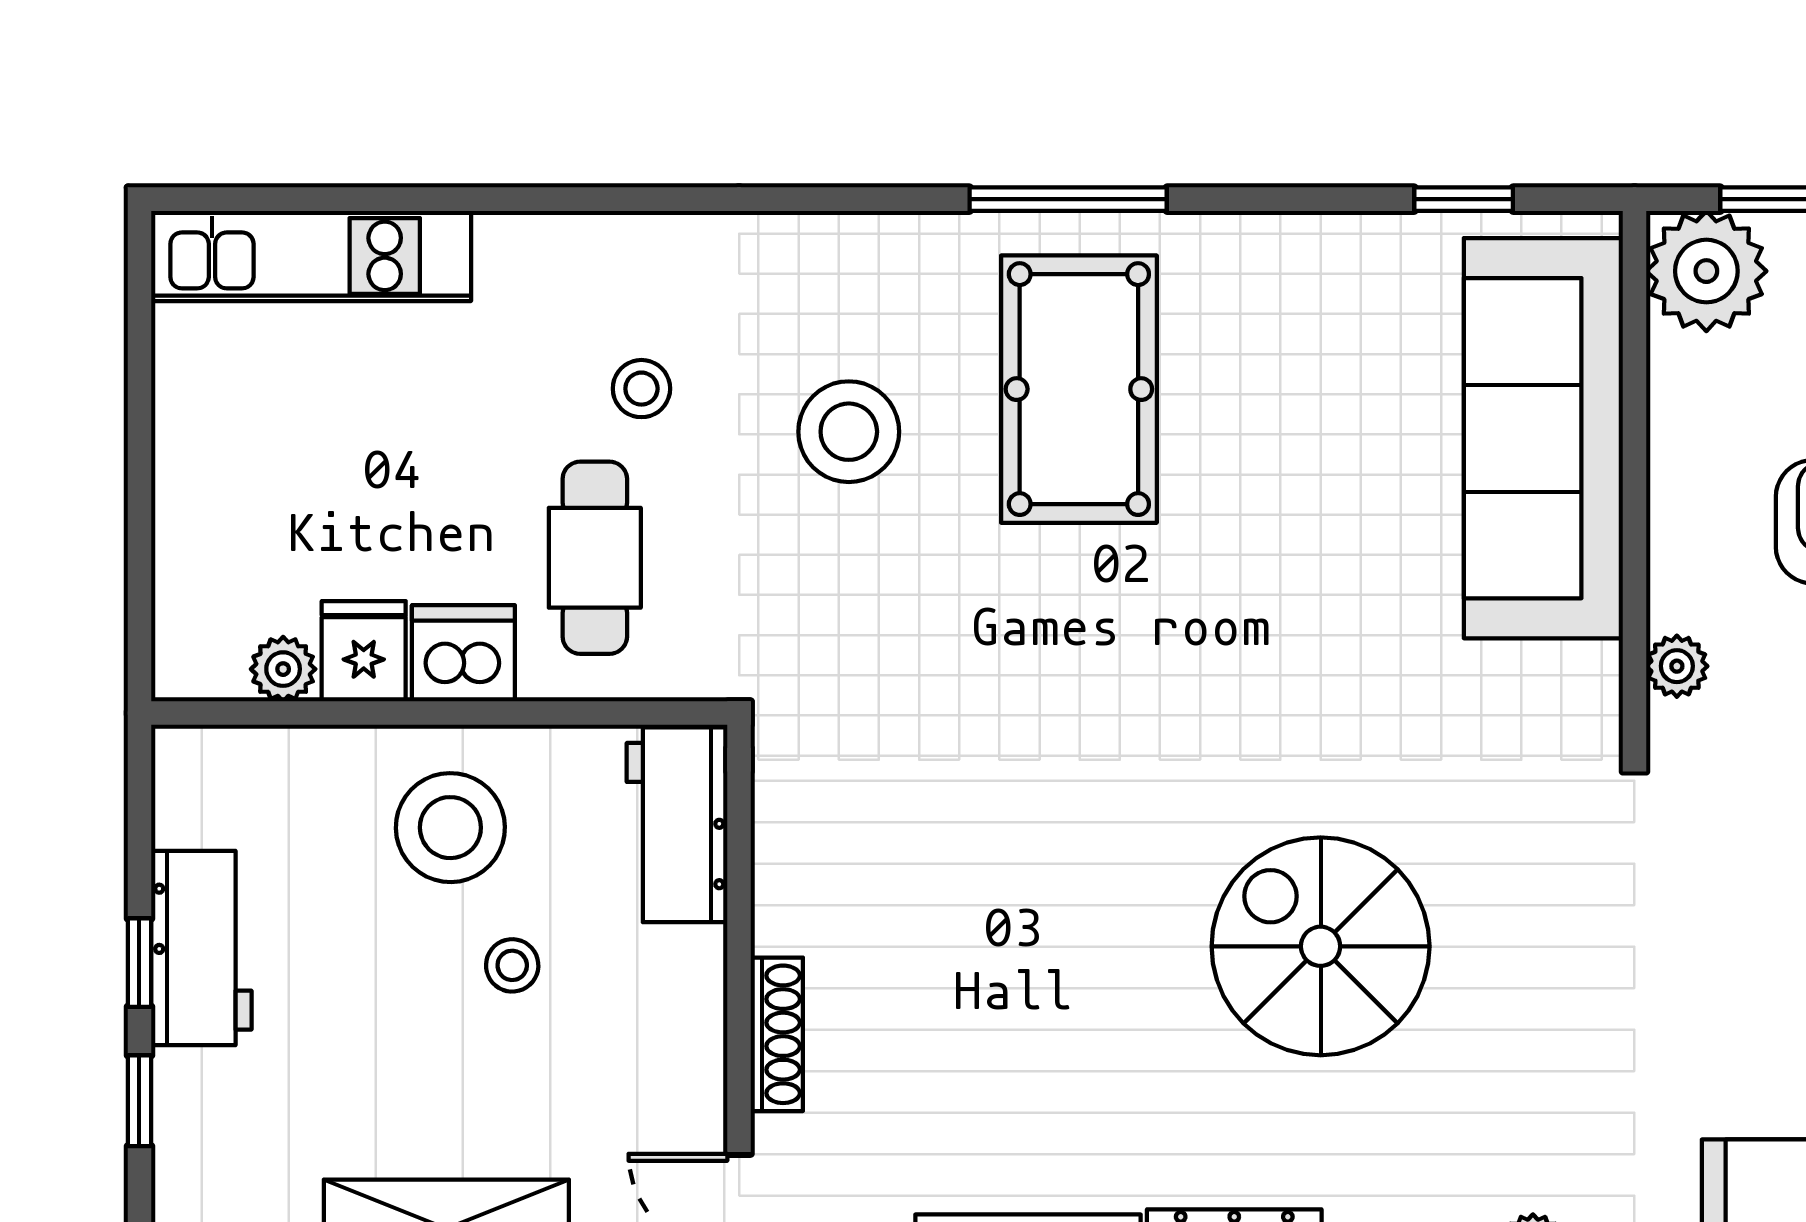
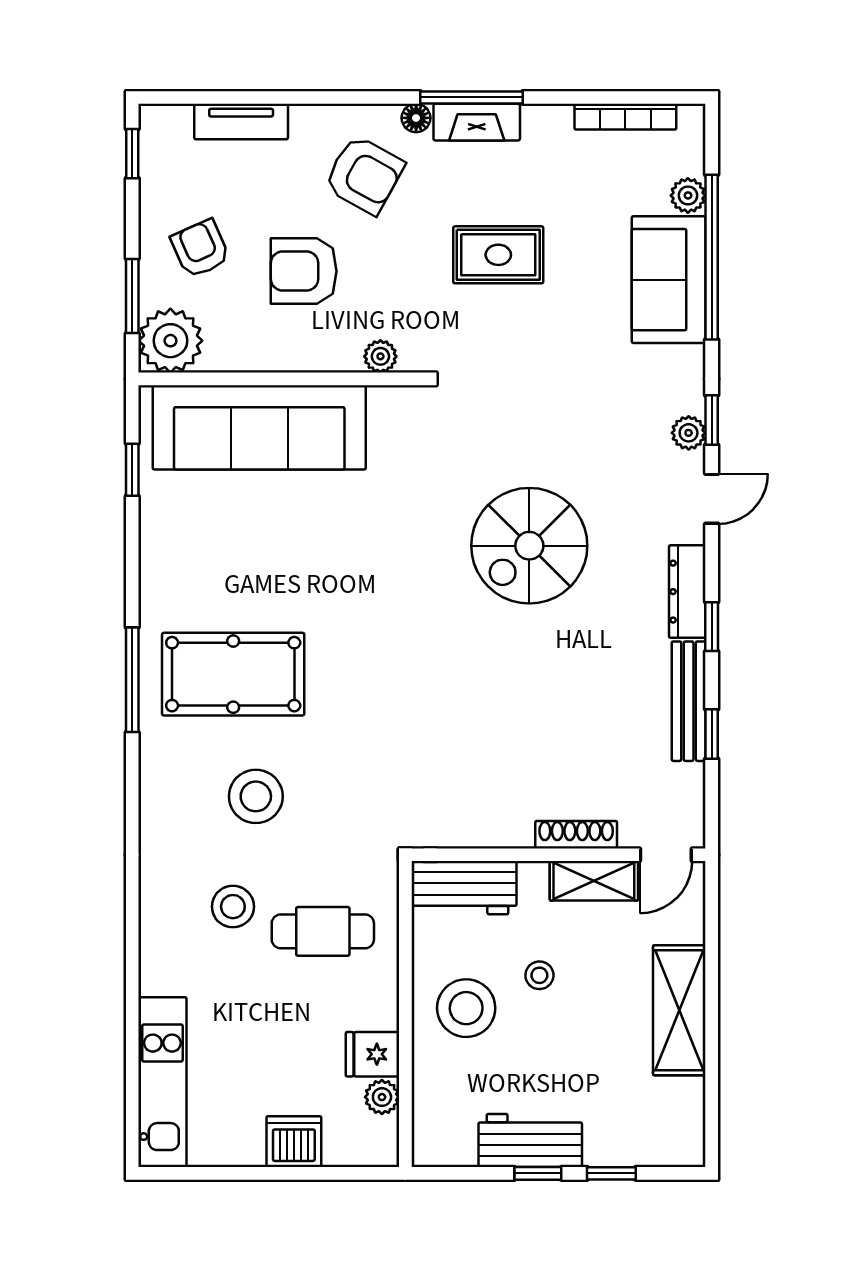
stool: (641, 389) -> (233, 907), width x1.37, depth x1.37
dishwasher: (463, 653) -> (294, 1142), moved, turned 90
shelving: (690, 1068) -> (594, 881), added

